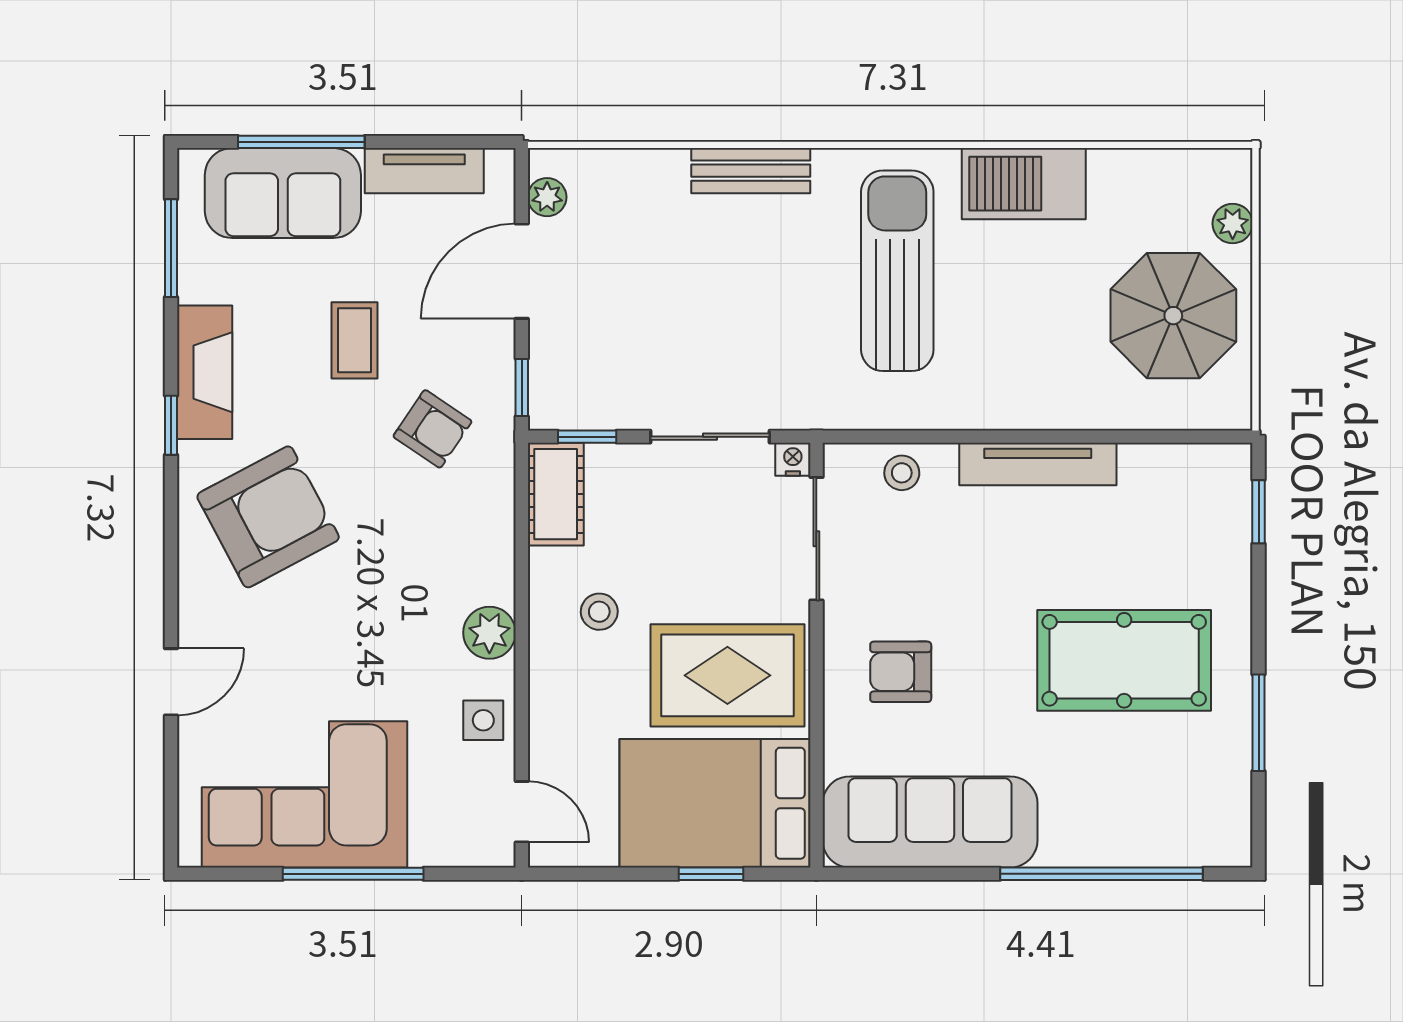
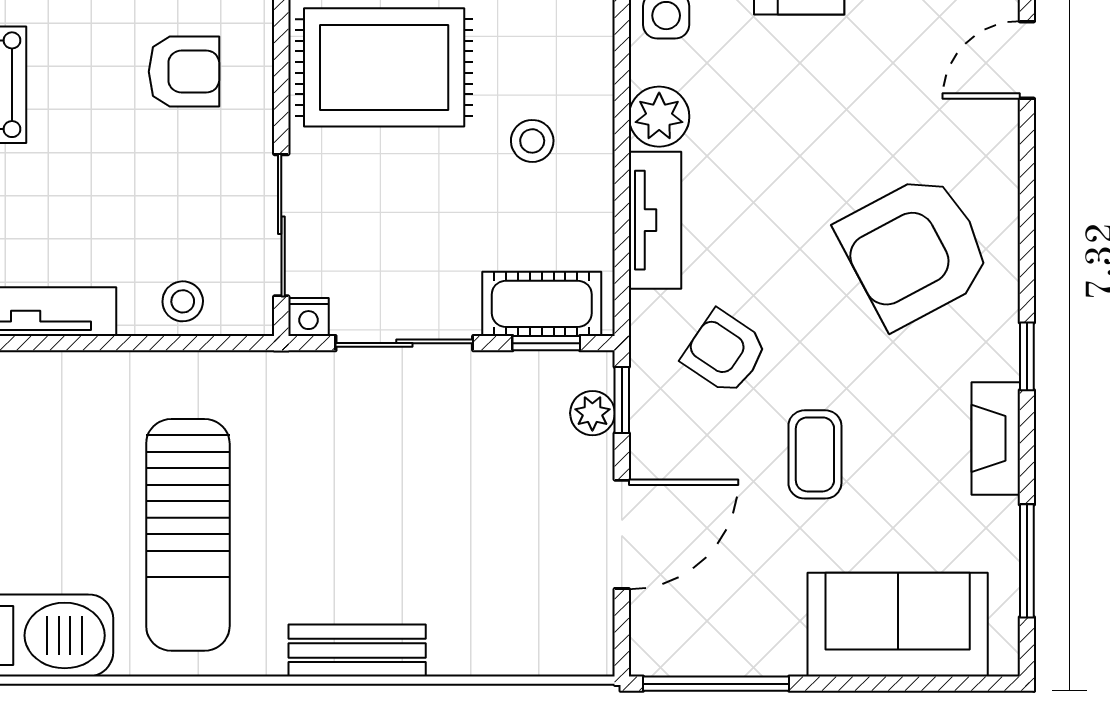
window: (301, 142) -> (716, 684), moved
tv unit: (424, 171) -> (655, 220), moved, turned 90
plant: (547, 197) -> (592, 413), moved
fireplace: (205, 372) -> (996, 438), width x0.73, depth x0.76
cot: (556, 494) -> (542, 304), moved, turned 90

